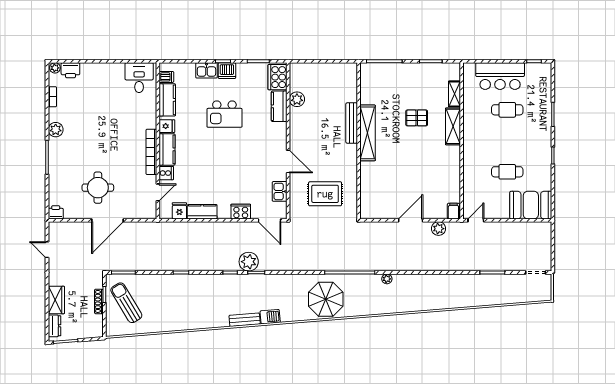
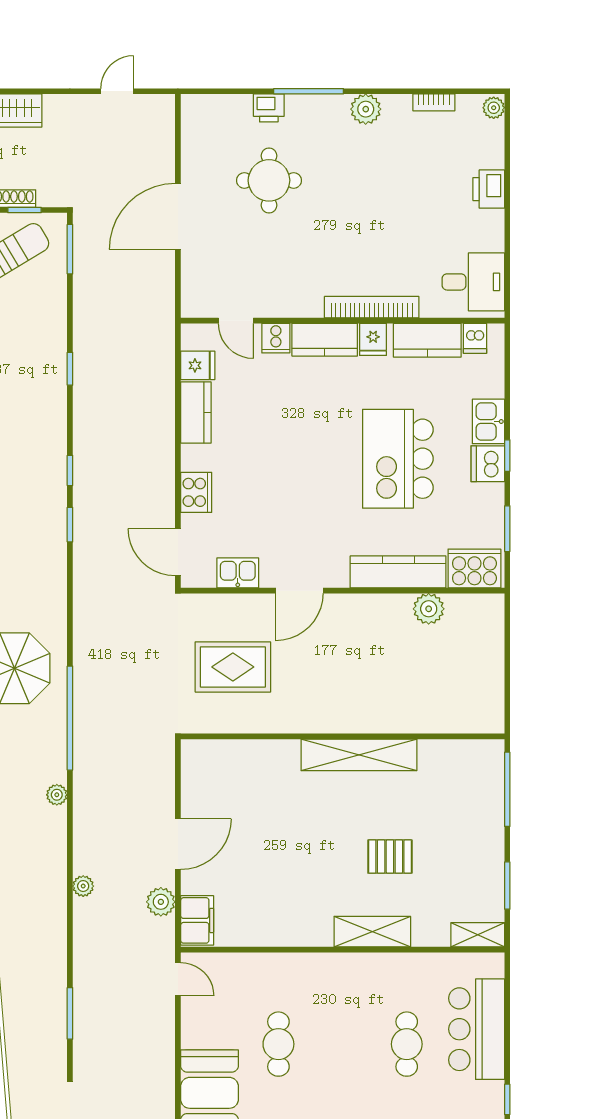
printer: (70, 70) -> (489, 189), moved
shelving: (454, 94) -> (478, 935), moved
kitchen counter: (279, 106) -> (398, 572), width x1.50
kitchen island: (224, 114) -> (398, 459), width x1.37, depth x1.28
pallet: (417, 118) -> (390, 857), turned 90
bench: (352, 123) -> (379, 722), removed
bookcase: (151, 152) -> (372, 307), moved
round table: (98, 188) -> (269, 180), moved
rug: (325, 194) -> (233, 667), turned 90
filing cabinet: (453, 211) -> (197, 920), width x2.00
printer: (56, 212) -> (269, 108), moved, turned 90
door: (107, 220) -> (178, 216), hinge flipped
door: (270, 220) -> (178, 552), hinge flipped
door: (411, 220) -> (178, 844), hinge flipped
plant: (249, 262) -> (83, 886), moved, width x0.53, depth x0.53

